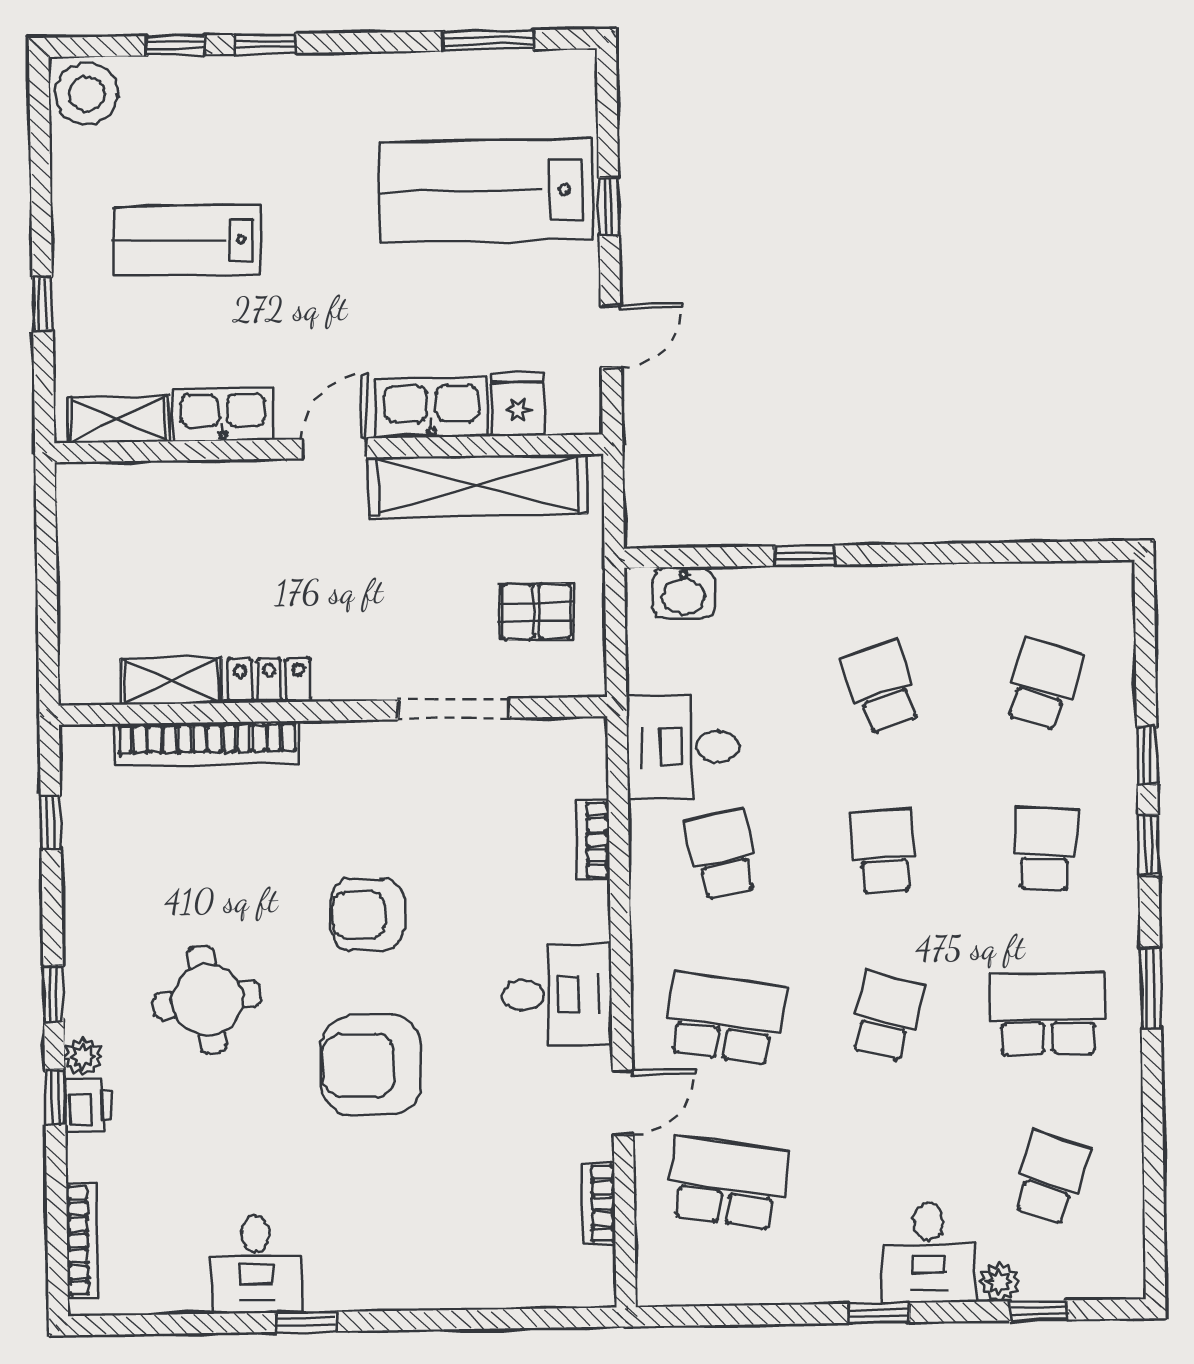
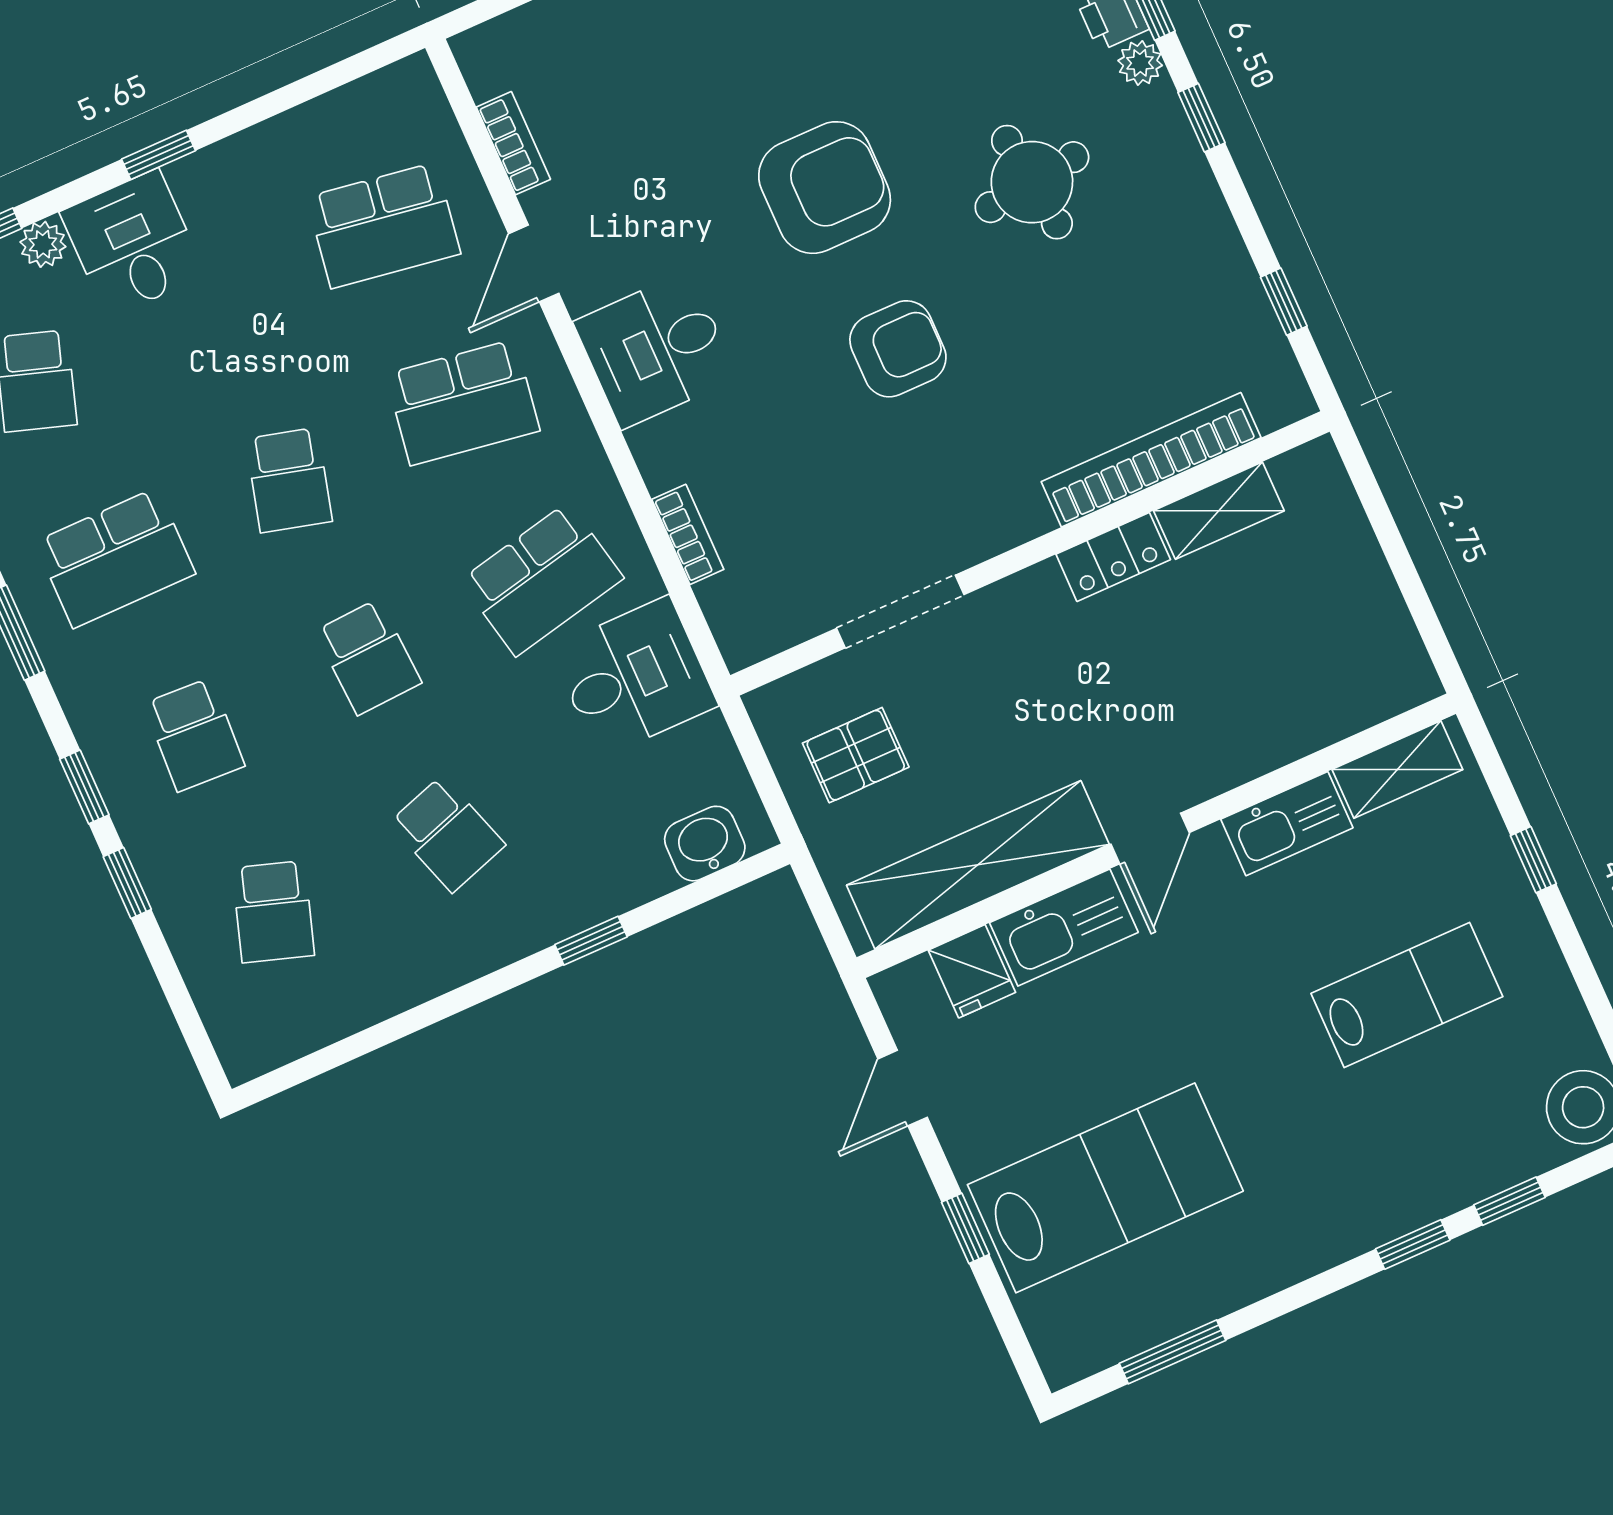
school desk: (722, 854) -> (542, 579), width x1.85

